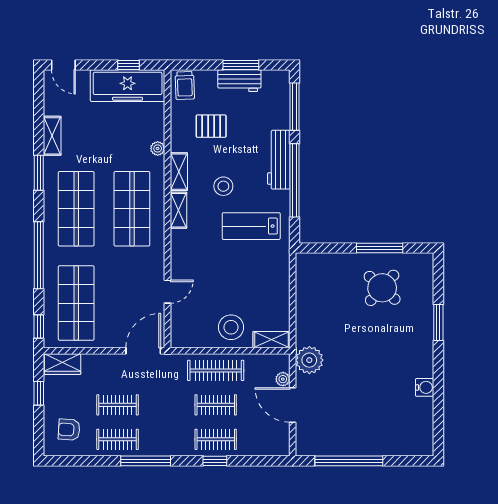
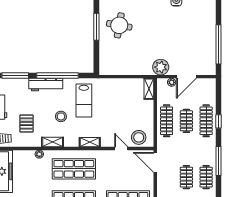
shelving: (179, 210) -> (90, 142), moved
round table: (382, 288) -> (119, 25), turned -32
stool: (231, 327) -> (139, 137), moved
clothes rail: (216, 439) -> (206, 121), width x1.36

